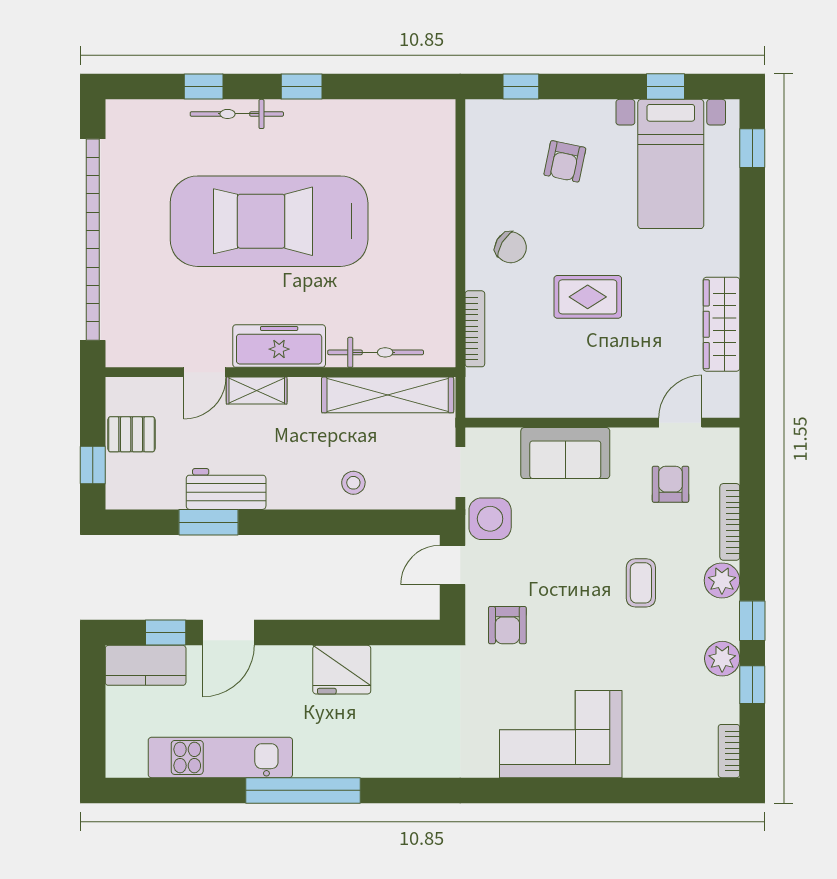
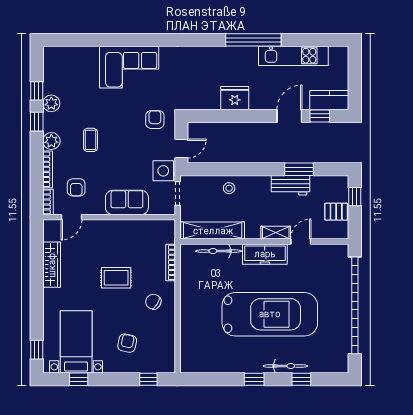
bookcase: (729, 751) -> (48, 202), moved

